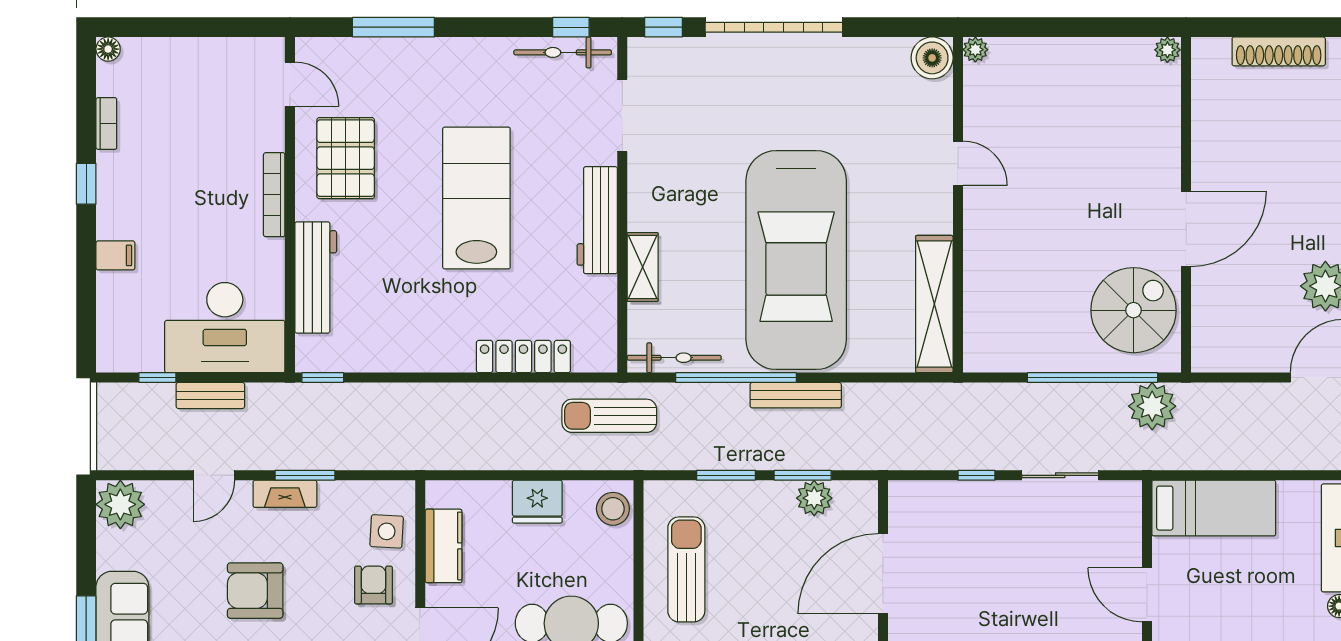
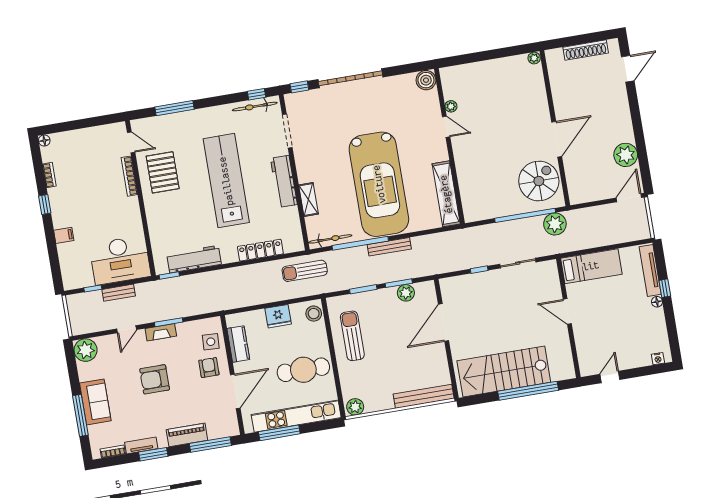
plant: (975, 50) -> (451, 106), moved
bookcase: (274, 195) -> (129, 176), moved
lab bench: (476, 198) -> (226, 181), width x1.36
workbench: (316, 277) -> (194, 259), moved, turned -90

